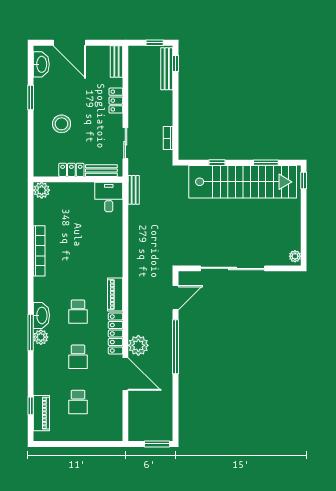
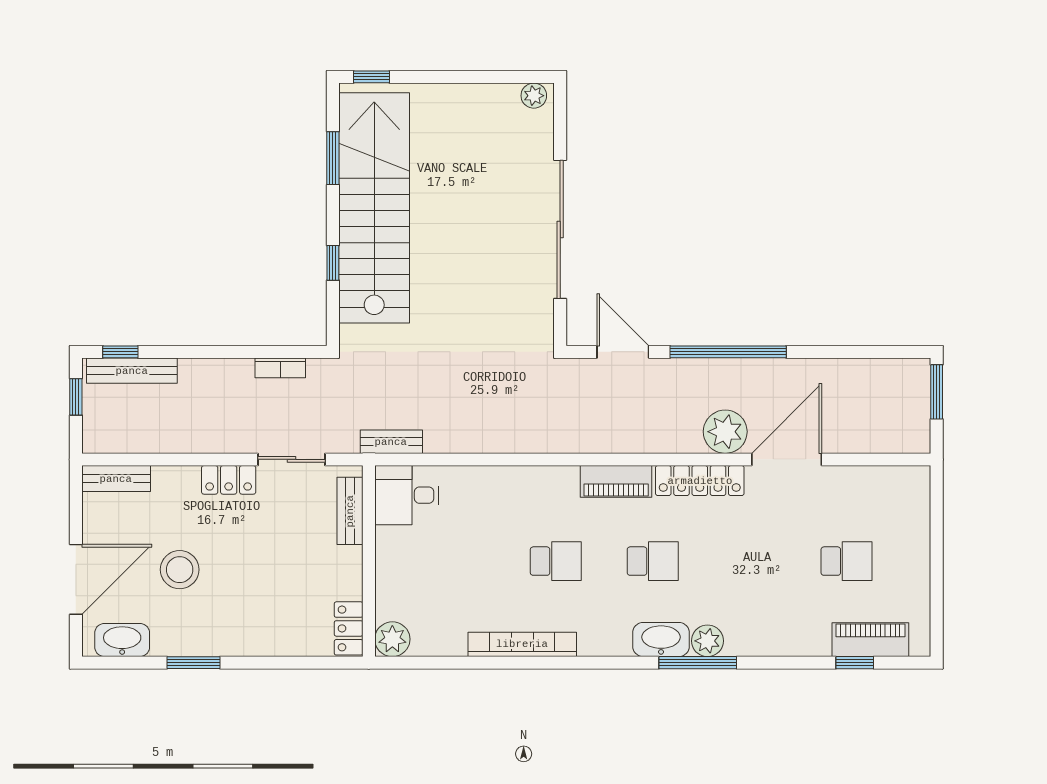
locker: (116, 101) -> (229, 480), moved
stool: (62, 124) -> (180, 570), moved
locker: (71, 170) -> (349, 628), moved
school desk: (78, 357) -> (556, 561), moved

